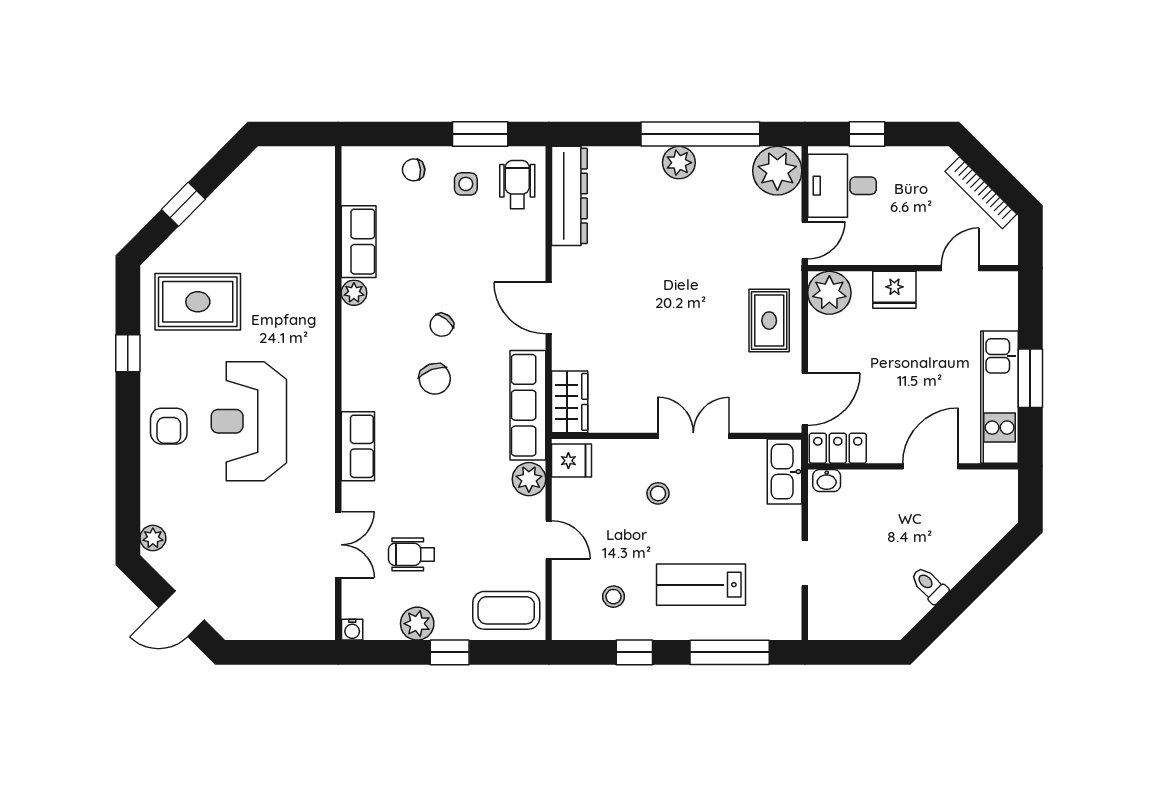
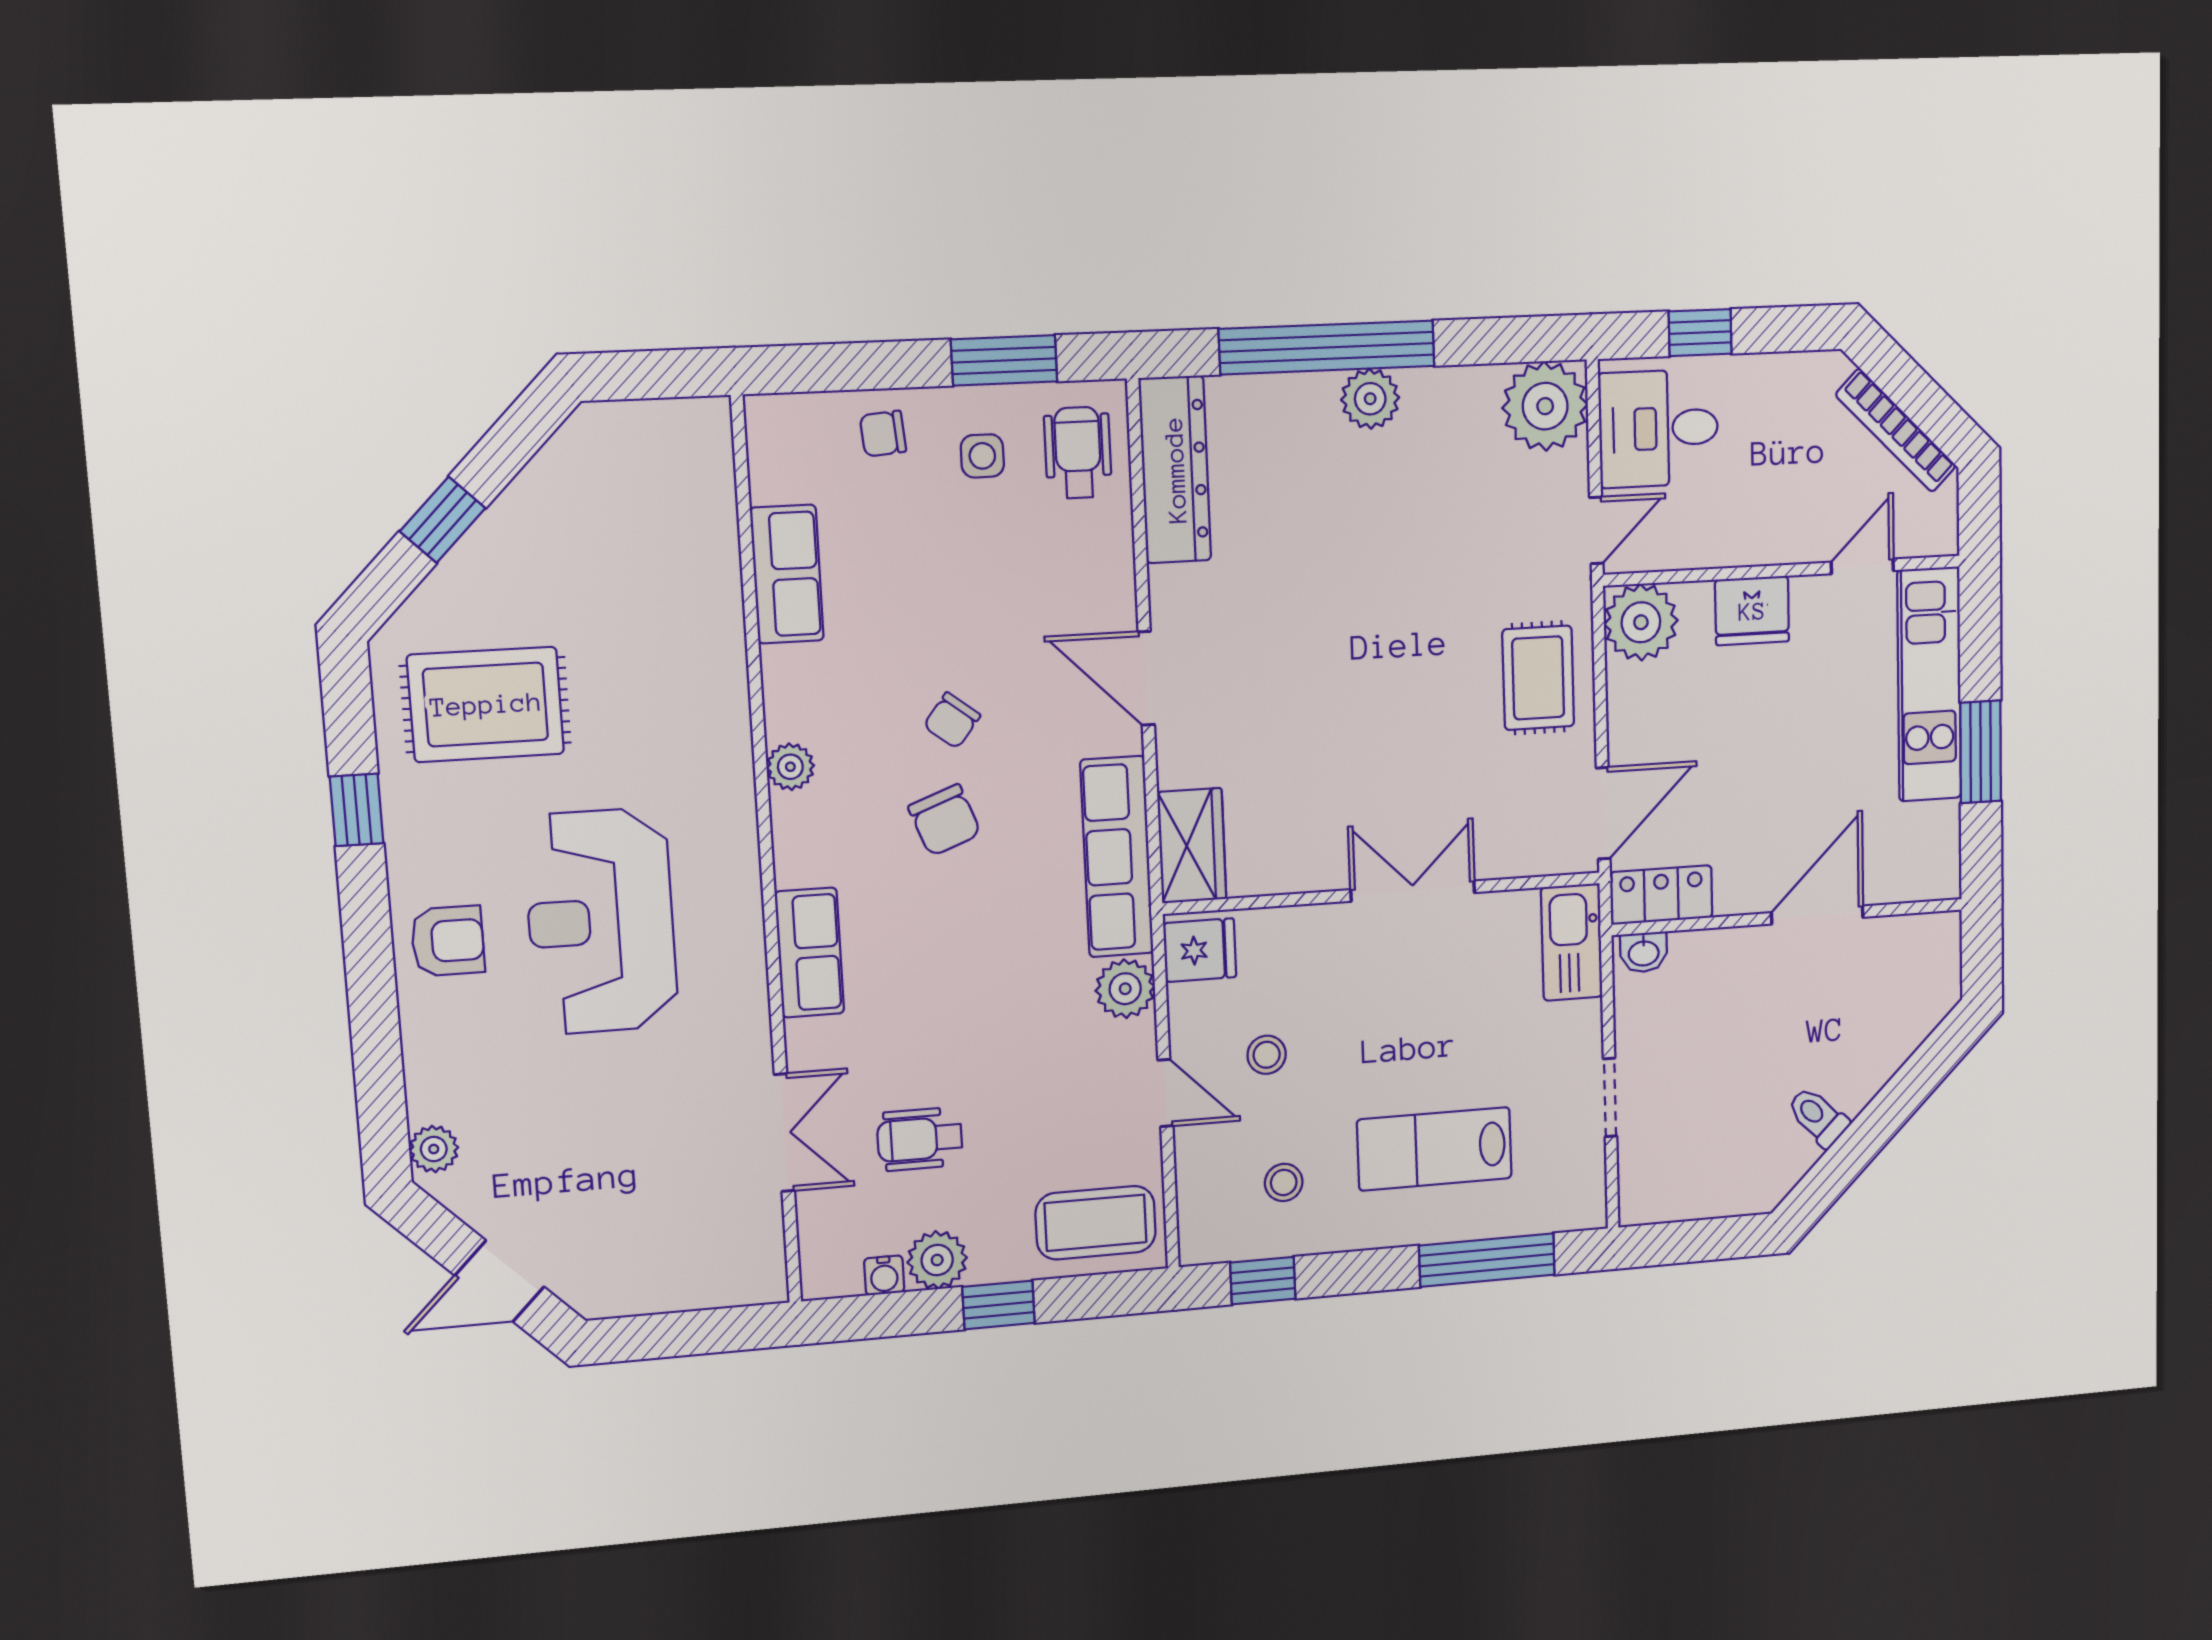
window: (700, 134) -> (1327, 347), moved
plant: (354, 293) -> (790, 767), moved
kitchen unit: (1000, 397) -> (1929, 684), moved
armchair: (169, 426) -> (448, 941), turned -90
stool: (658, 493) -> (1267, 1055), moved
water cooler: (352, 630) -> (884, 1275), moved
window: (634, 652) -> (1263, 1281), moved

